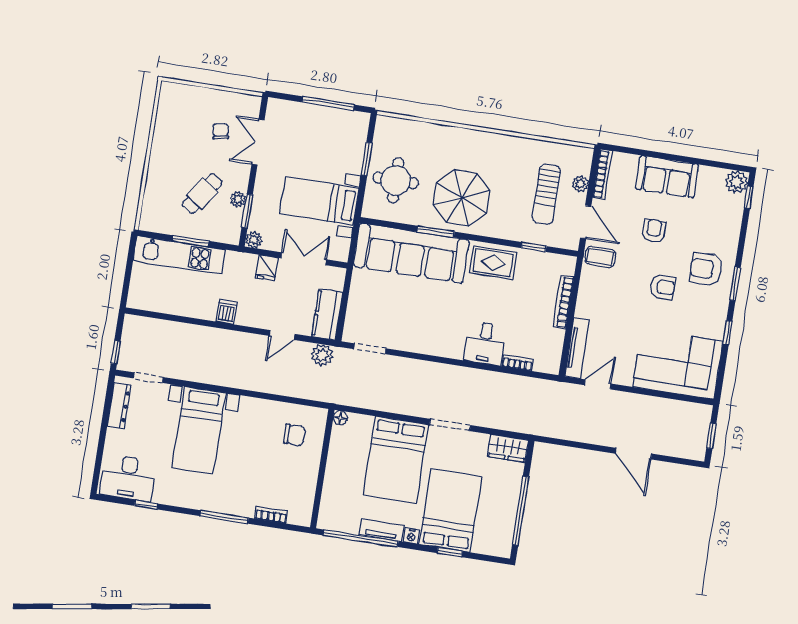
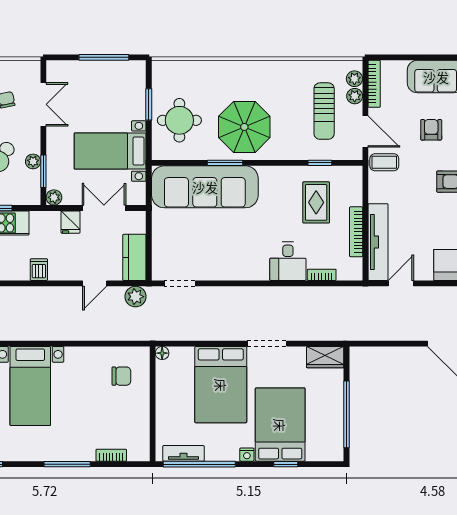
double door: (258, 142) -> (43, 104), swing flipped
plant: (583, 166) -> (354, 79), added
rug: (493, 263) -> (316, 202), moved, turned 90
bookcase: (563, 302) -> (356, 232), moved
tv unit: (577, 348) -> (378, 242), width x1.36, depth x1.29
tv unit: (381, 530) -> (184, 453), moved

